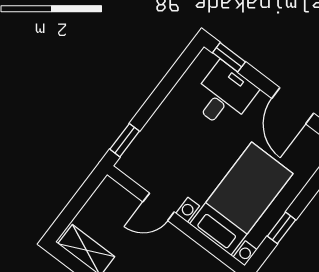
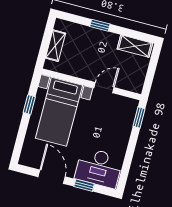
window: (229, 57) -> (84, 185), moved
desk: (224, 96) -> (99, 168), width x1.37

